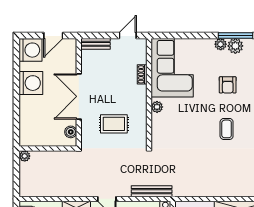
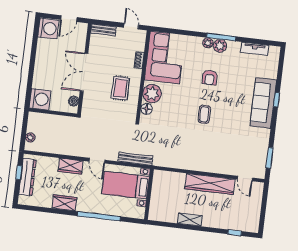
door: (128, 35) -> (131, 26), hinge flipped
washing machine: (31, 83) -> (40, 99), moved
plant: (157, 107) -> (152, 94), width x1.88, depth x1.88
rug: (114, 124) -> (120, 88), moved, turned 90
floor lamp: (158, 131) -> (147, 109), added
plant: (25, 156) -> (30, 138), moved

